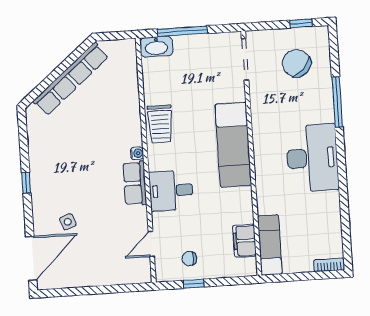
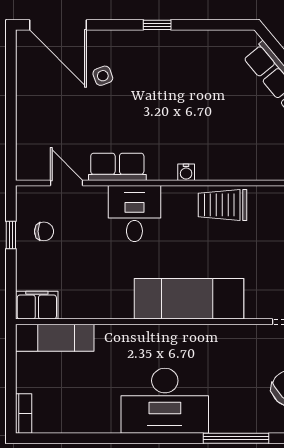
row of seats: (135, 183) -> (117, 167), moved
filing cabinet: (245, 241) -> (37, 305), moved
chair: (189, 259) -> (44, 231), turned 90

